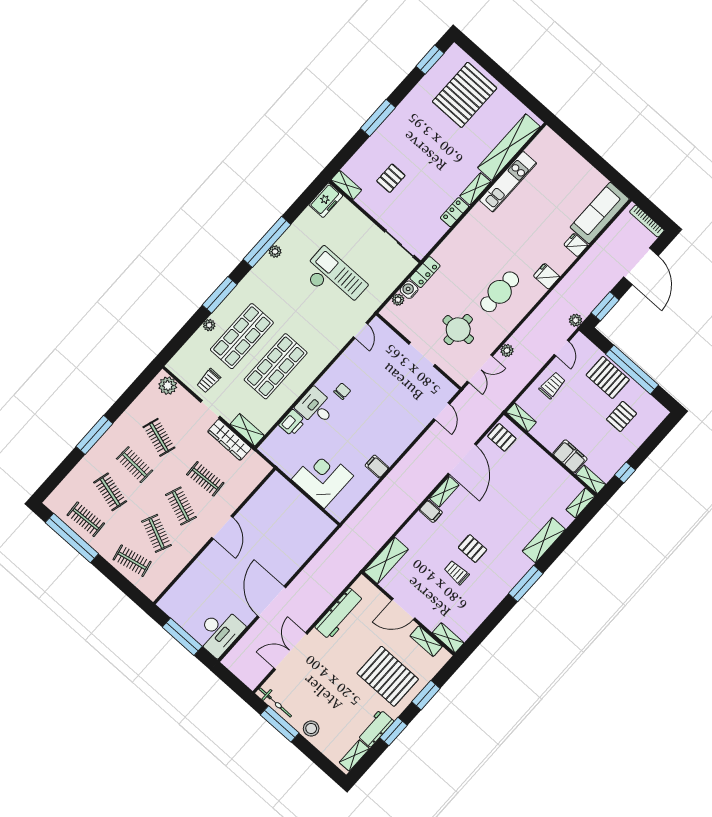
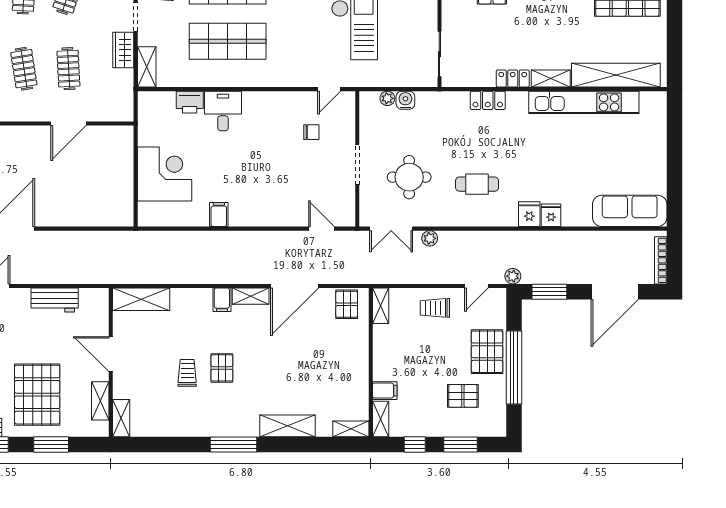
kitchen unit: (508, 182) -> (584, 102), width x1.36
fridge: (576, 245) -> (551, 215), moved
locker: (425, 272) -> (488, 100), moved
cafe table: (500, 292) -> (477, 184), width x0.73, depth x0.74
trolley: (552, 385) -> (435, 308), turned 180
chair: (342, 391) -> (311, 132), moved
door: (442, 411) -> (321, 229), swing flipped
wardrobe: (229, 440) -> (123, 50), width x0.67
window: (650, 445) -> (460, 445), added
filing cabinet: (570, 456) -> (385, 391), width x0.50
clothes rail: (181, 506) -> (24, 69), turned -30
door: (222, 527) -> (68, 124), moved
workbench: (339, 614) -> (55, 300), width x0.73

